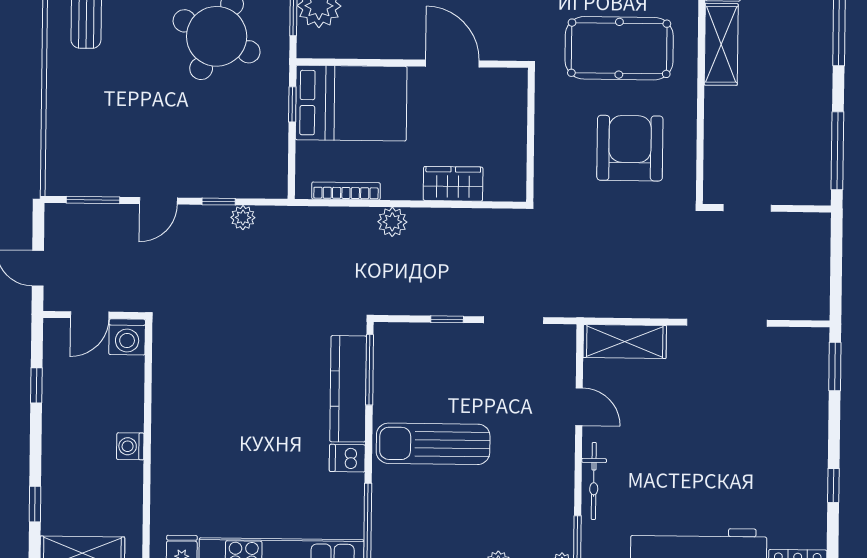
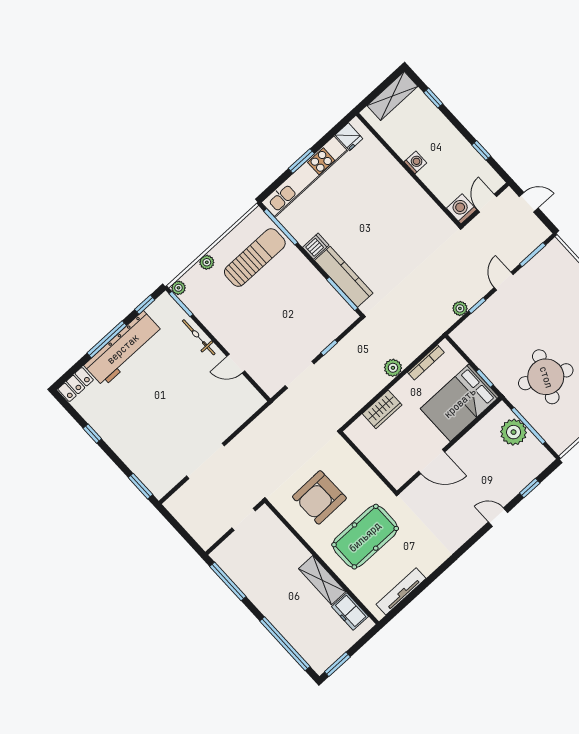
armchair: (630, 148) -> (319, 497), turned 89
shelving: (625, 342) -> (242, 411), removed
sun lounger: (433, 444) -> (255, 258), moved

